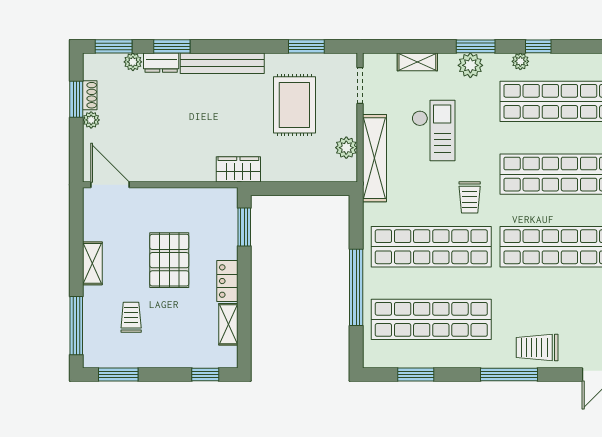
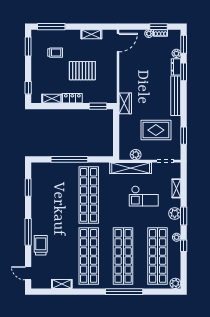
trolley: (470, 197) -> (112, 213), removed
shelving: (92, 263) -> (91, 34), moved
shop shelf: (431, 319) -> (54, 195), removed

